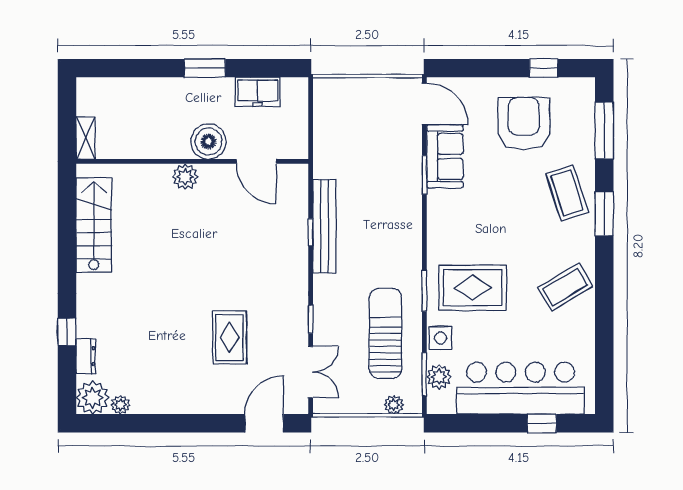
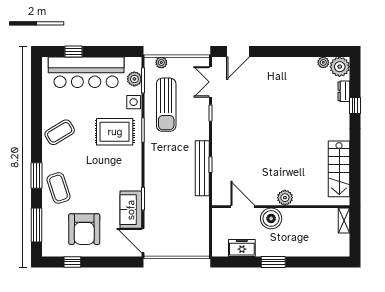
rug: (230, 338) -> (259, 102), removed

